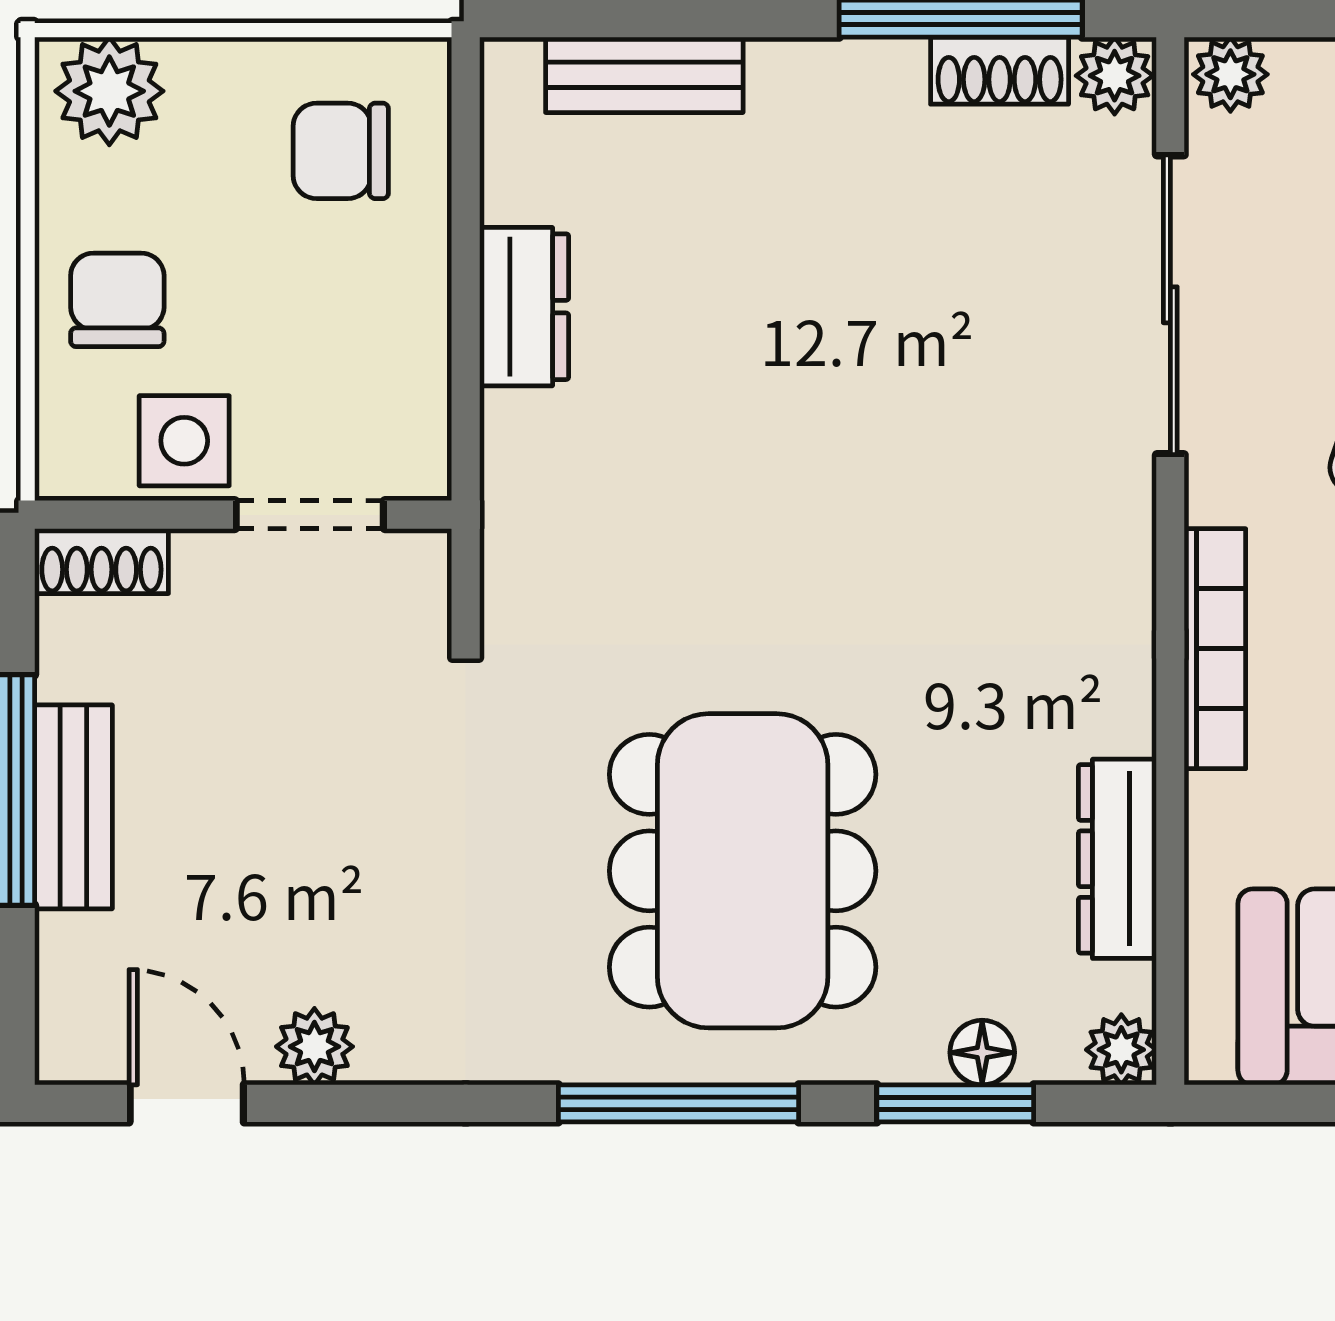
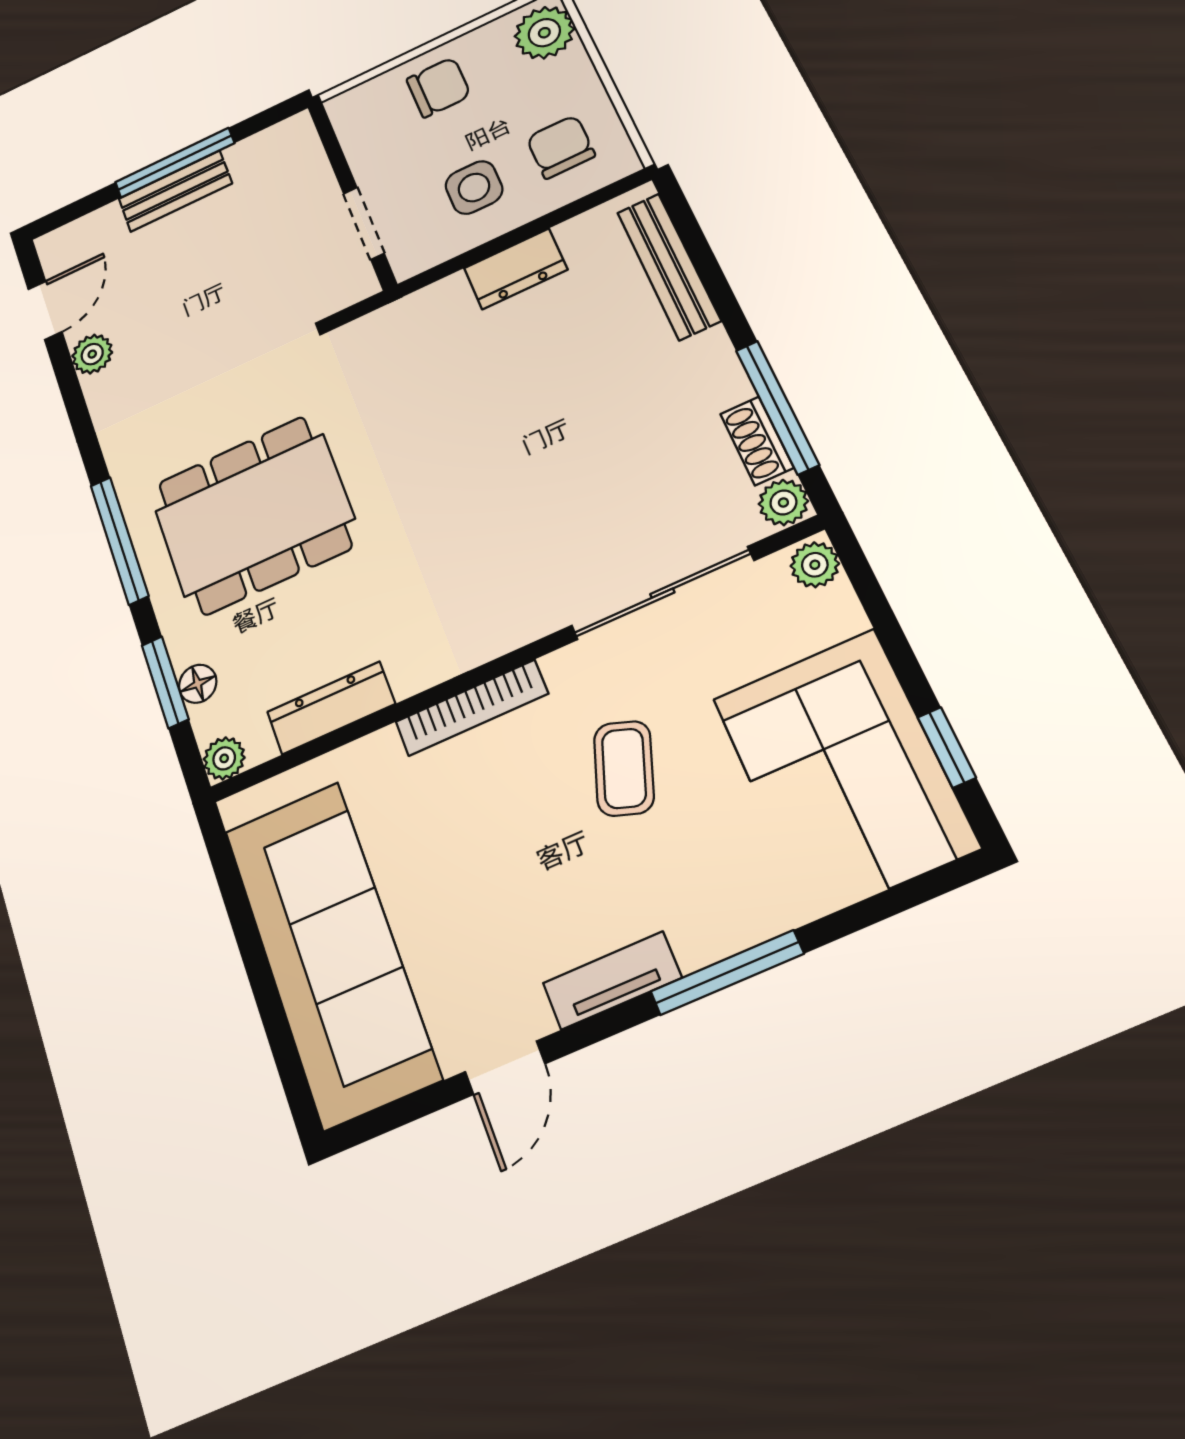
bench: (644, 75) -> (669, 266), width x1.36
side table: (184, 441) -> (474, 188), moved
shoe rack: (101, 561) -> (303, 144), removed

